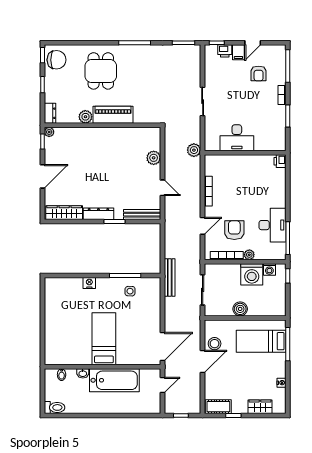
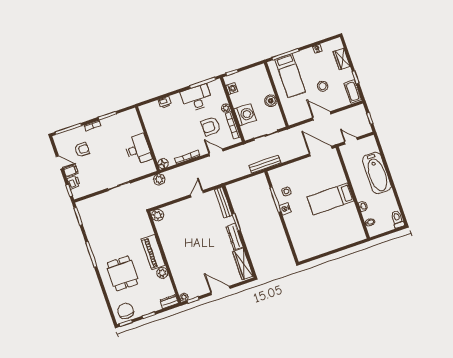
dining table: (101, 71) -> (122, 273), turned 90
plant: (154, 158) -> (158, 215), moved
floor lamp: (211, 161) -> (163, 164), added
printer: (280, 161) -> (165, 102), moved
washing machine: (252, 274) -> (245, 115), moved
nightstand: (89, 283) -> (285, 209), moved
stool: (215, 344) -> (323, 86), moved
bathtub: (114, 380) -> (377, 173), moved, turned 180

